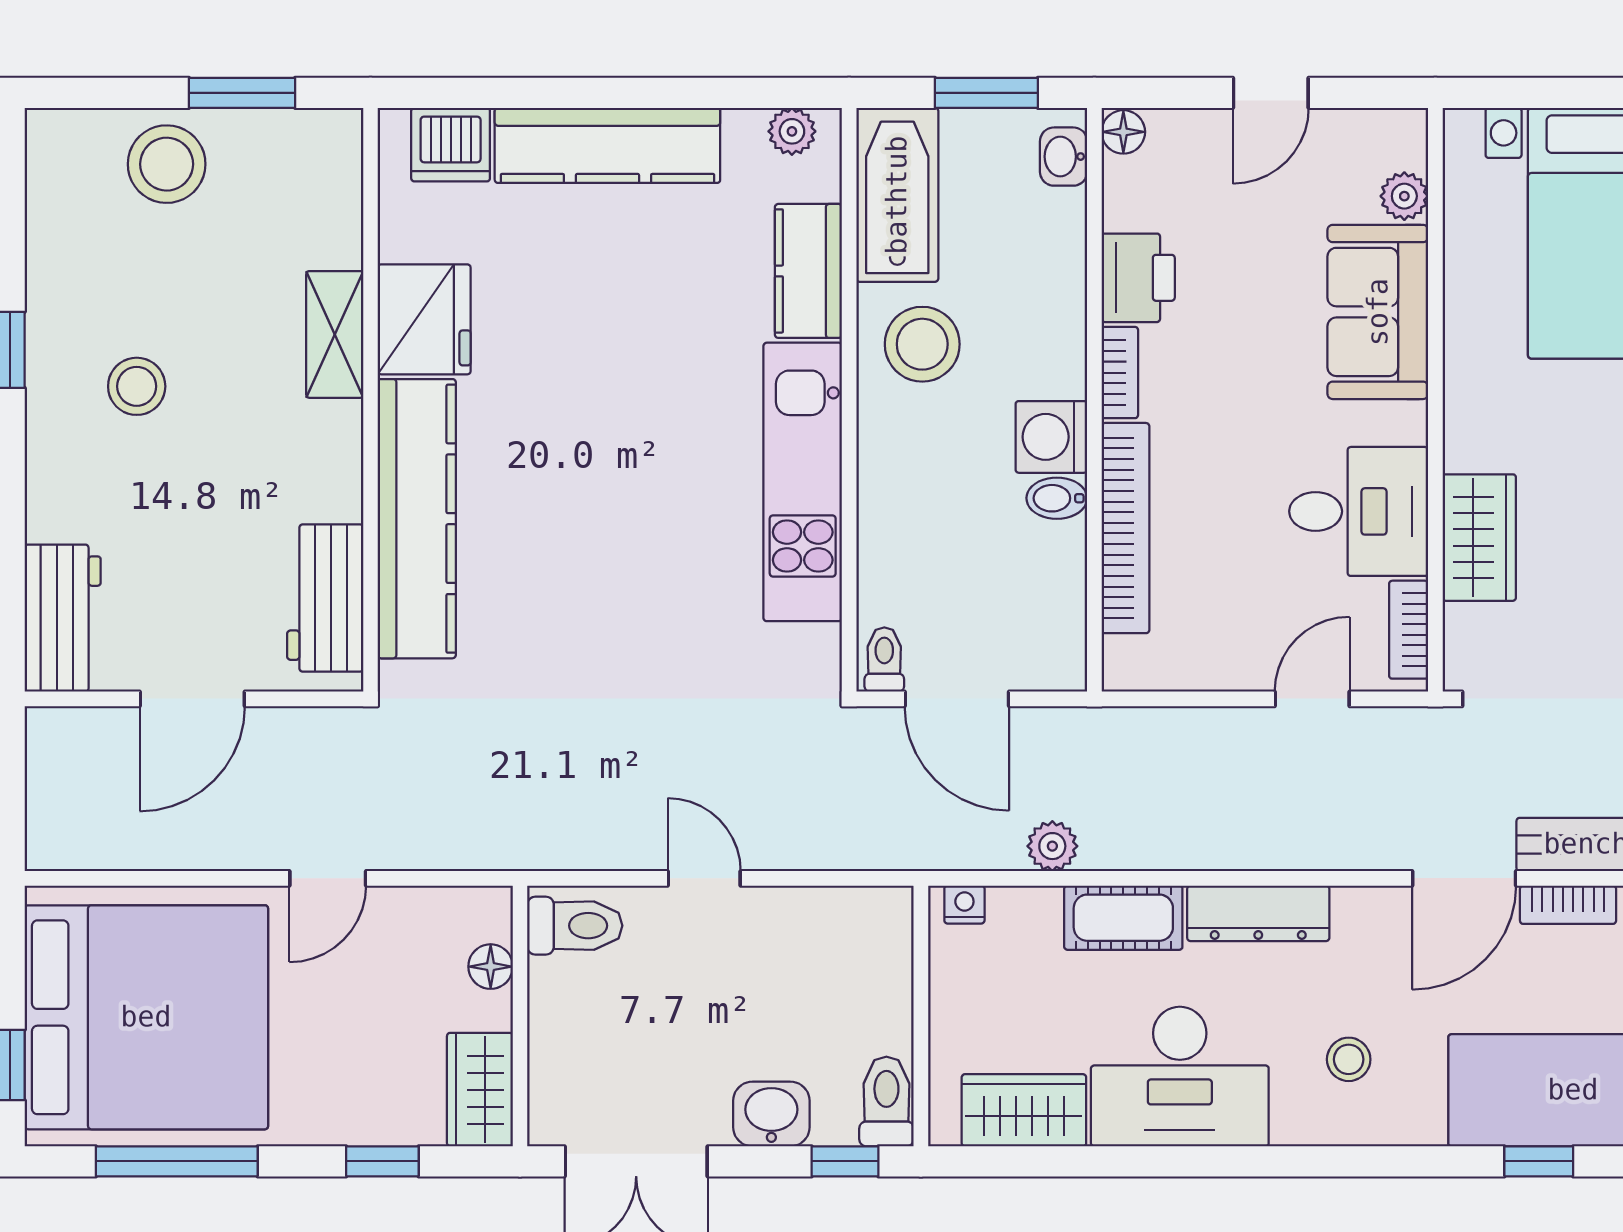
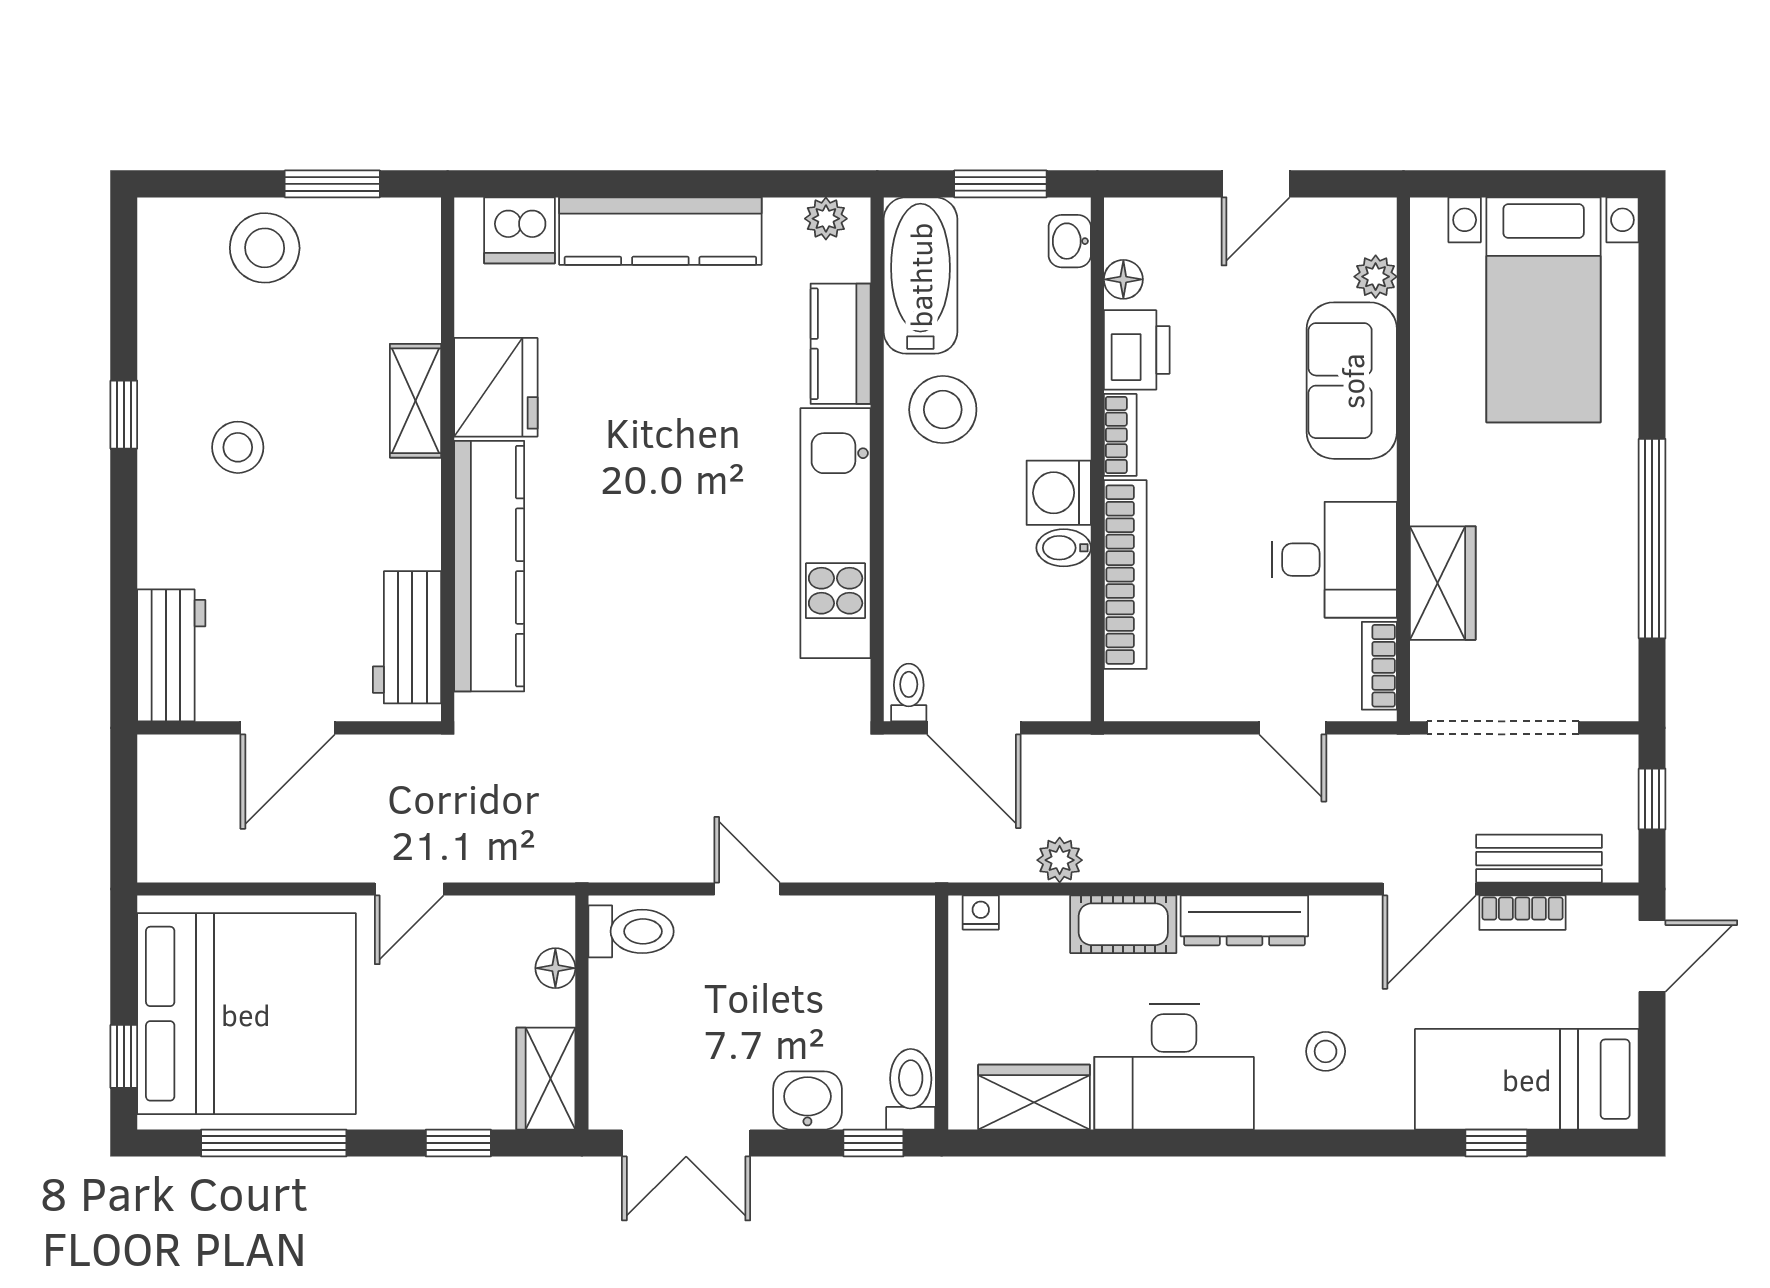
floor lamp: (1123, 132) -> (1123, 279), moved
door: (1312, 699) -> (1293, 728), swing flipped

